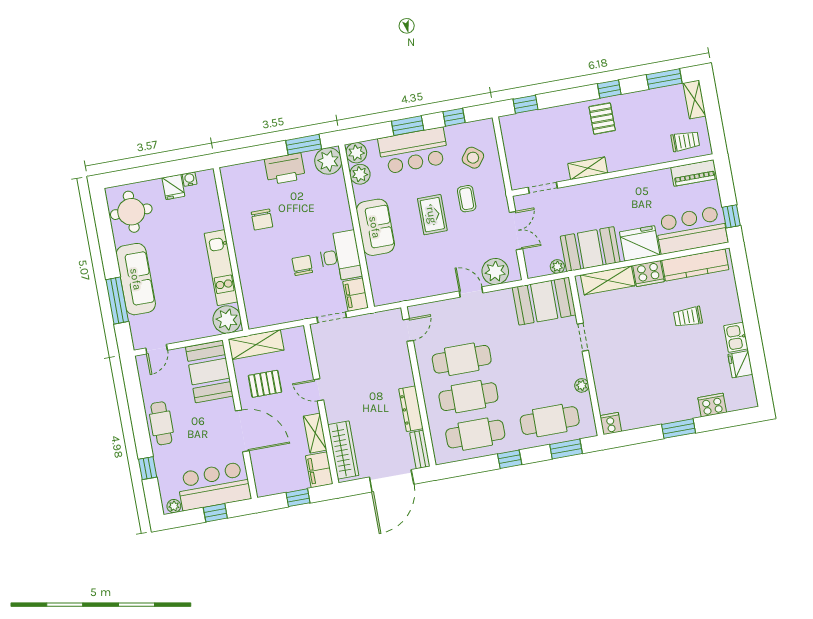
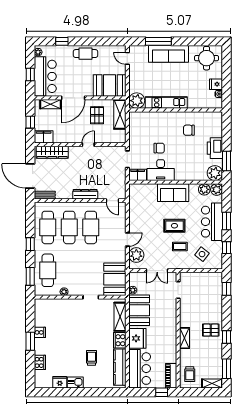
shelving: (588, 168) -> (184, 338), moved
window: (731, 216) -> (162, 392), moved
dresser: (411, 409) -> (85, 194), moved
cooker: (611, 424) -> (40, 332), moved
shelving: (315, 433) -> (51, 104), moved

